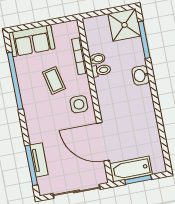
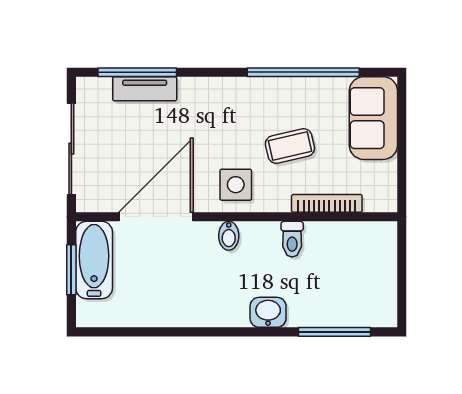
shower: (124, 25) -> (370, 300), removed
bidet: (97, 59) -> (229, 236), moved

